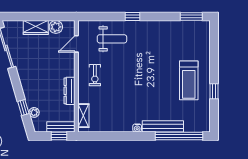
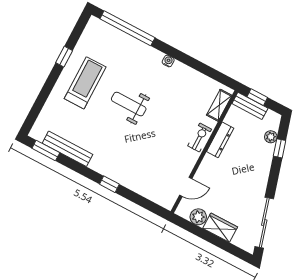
weight bench: (112, 39) -> (129, 104), moved
exercise bike: (95, 75) -> (200, 138), moved
bench: (163, 126) -> (68, 149), moved

